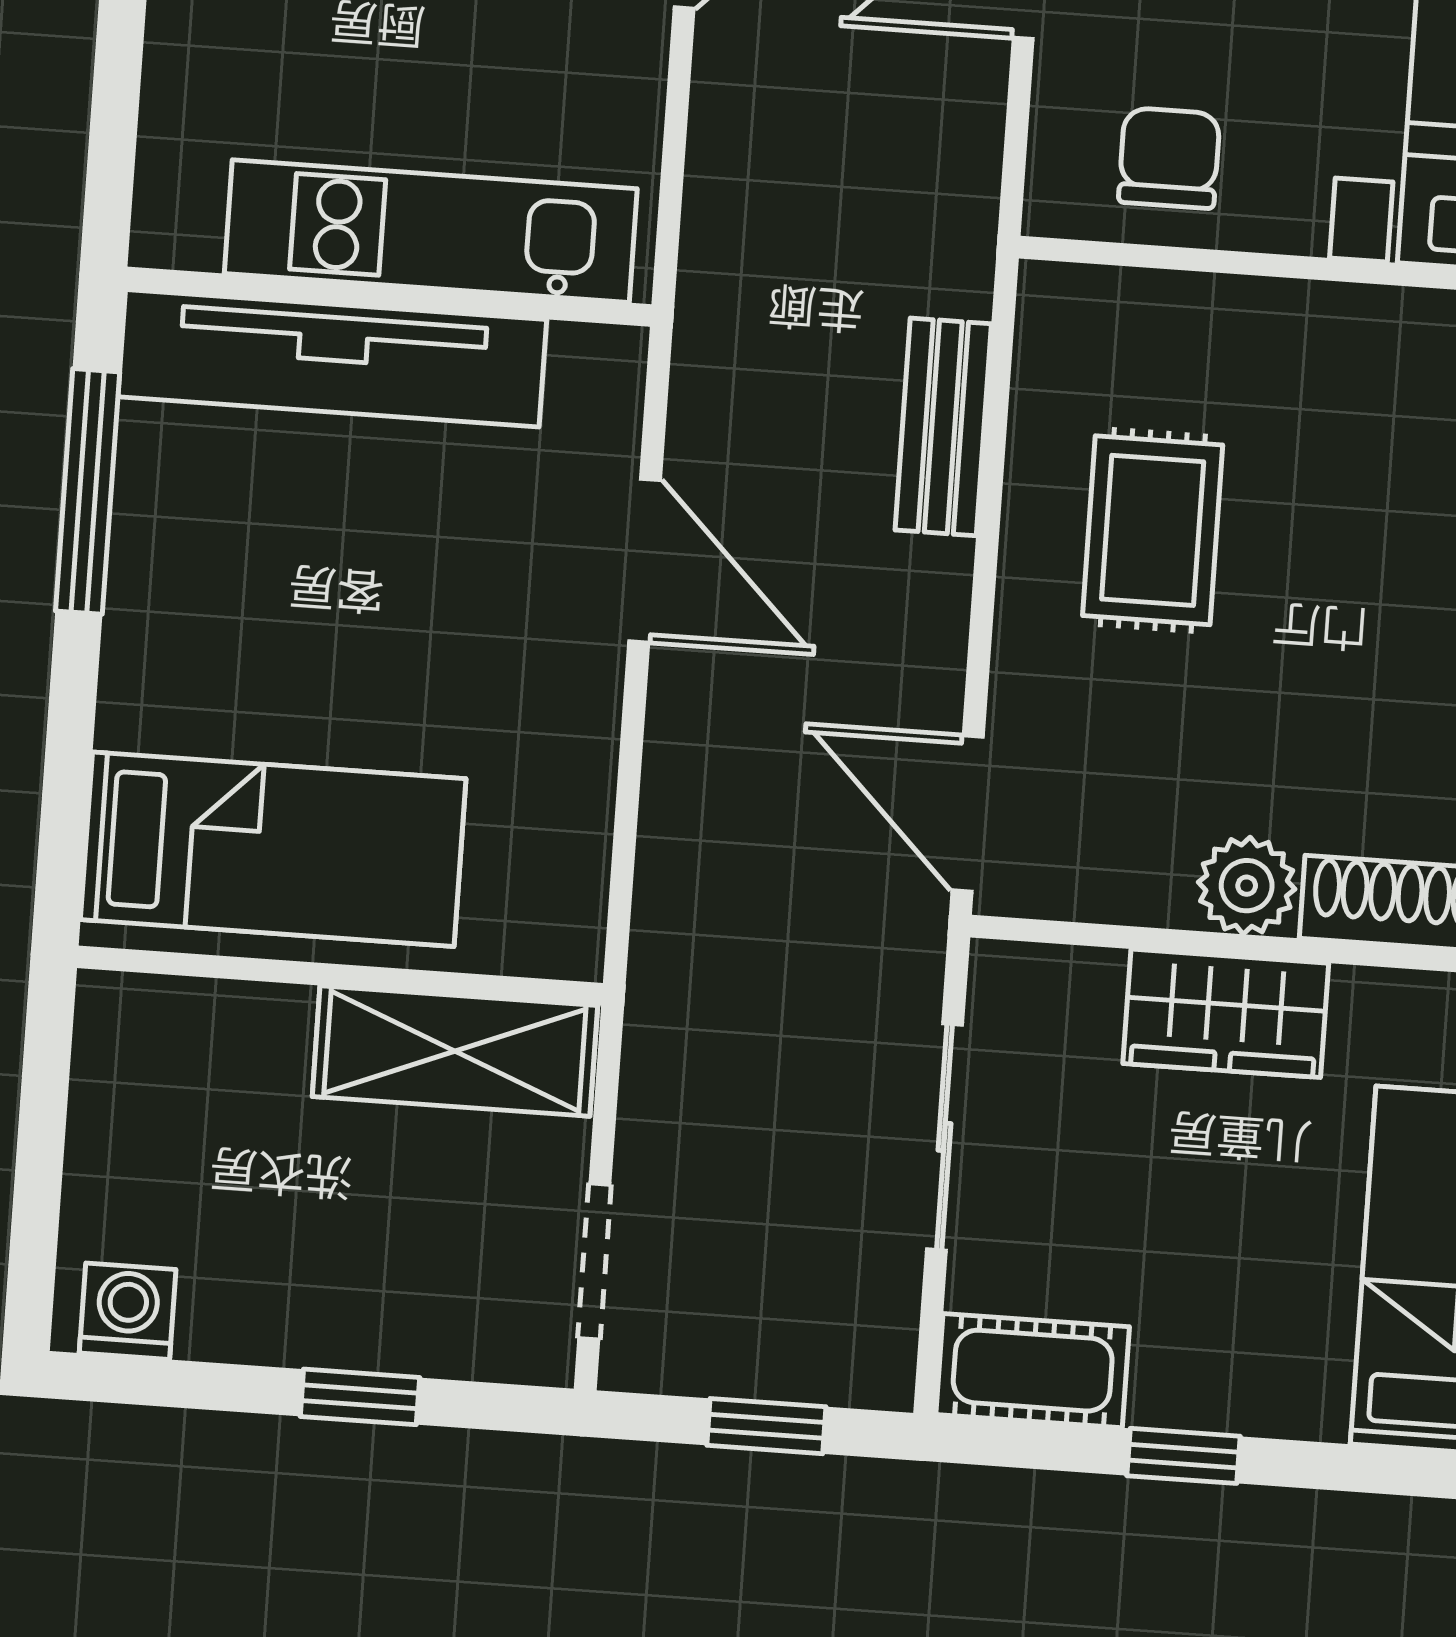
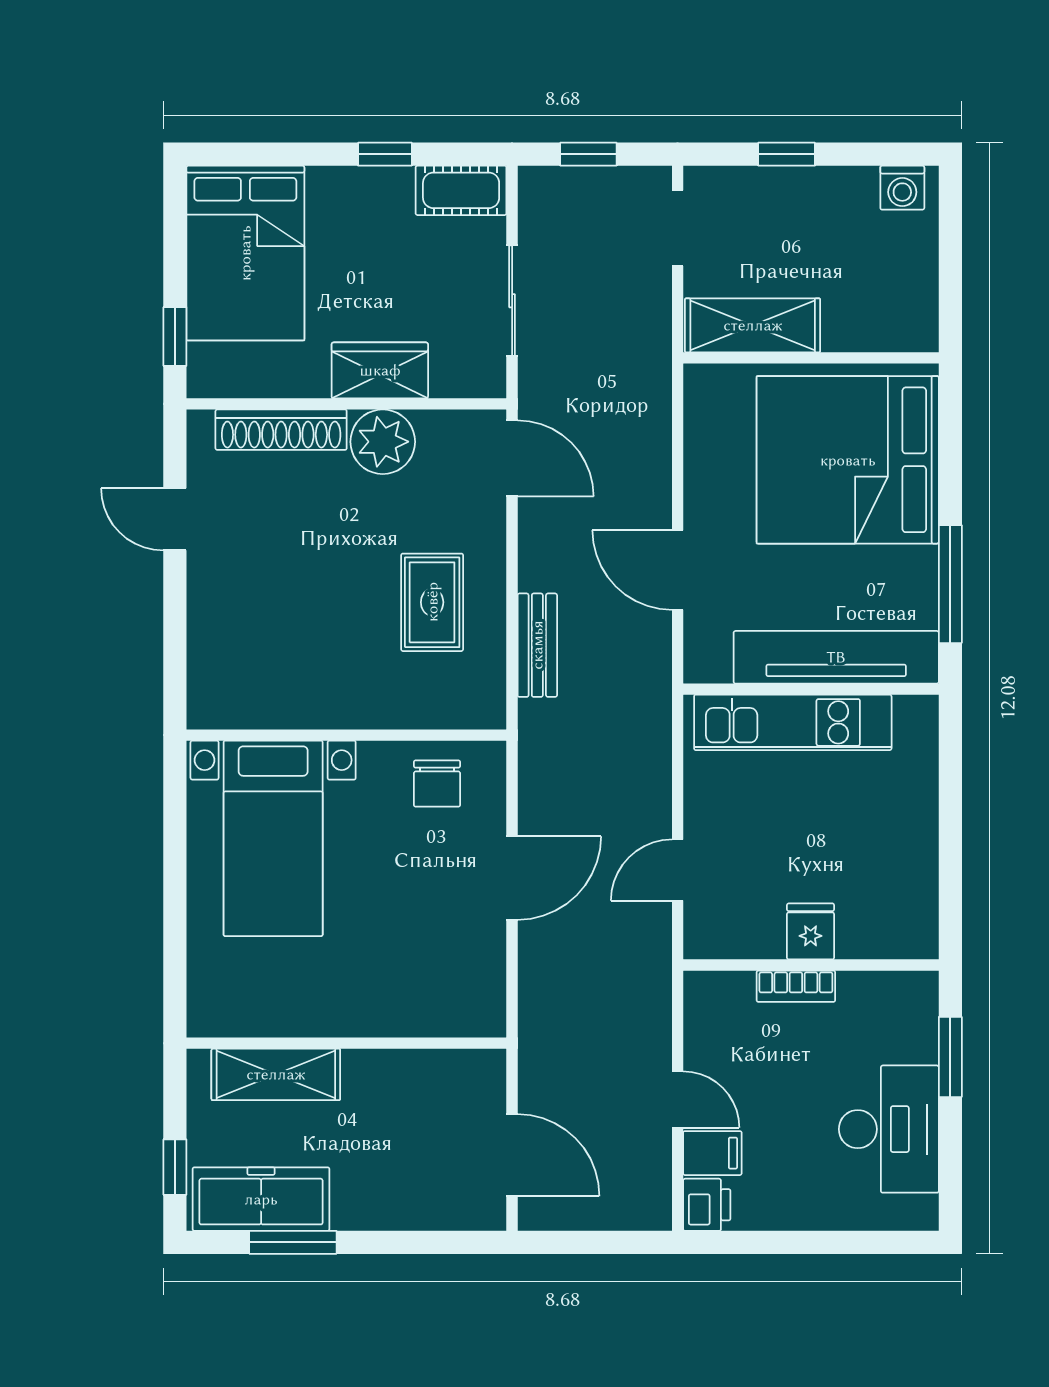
bed: (273, 849) -> (848, 460), width x2.04
plant: (1247, 886) -> (383, 442), width x1.36, depth x1.36

